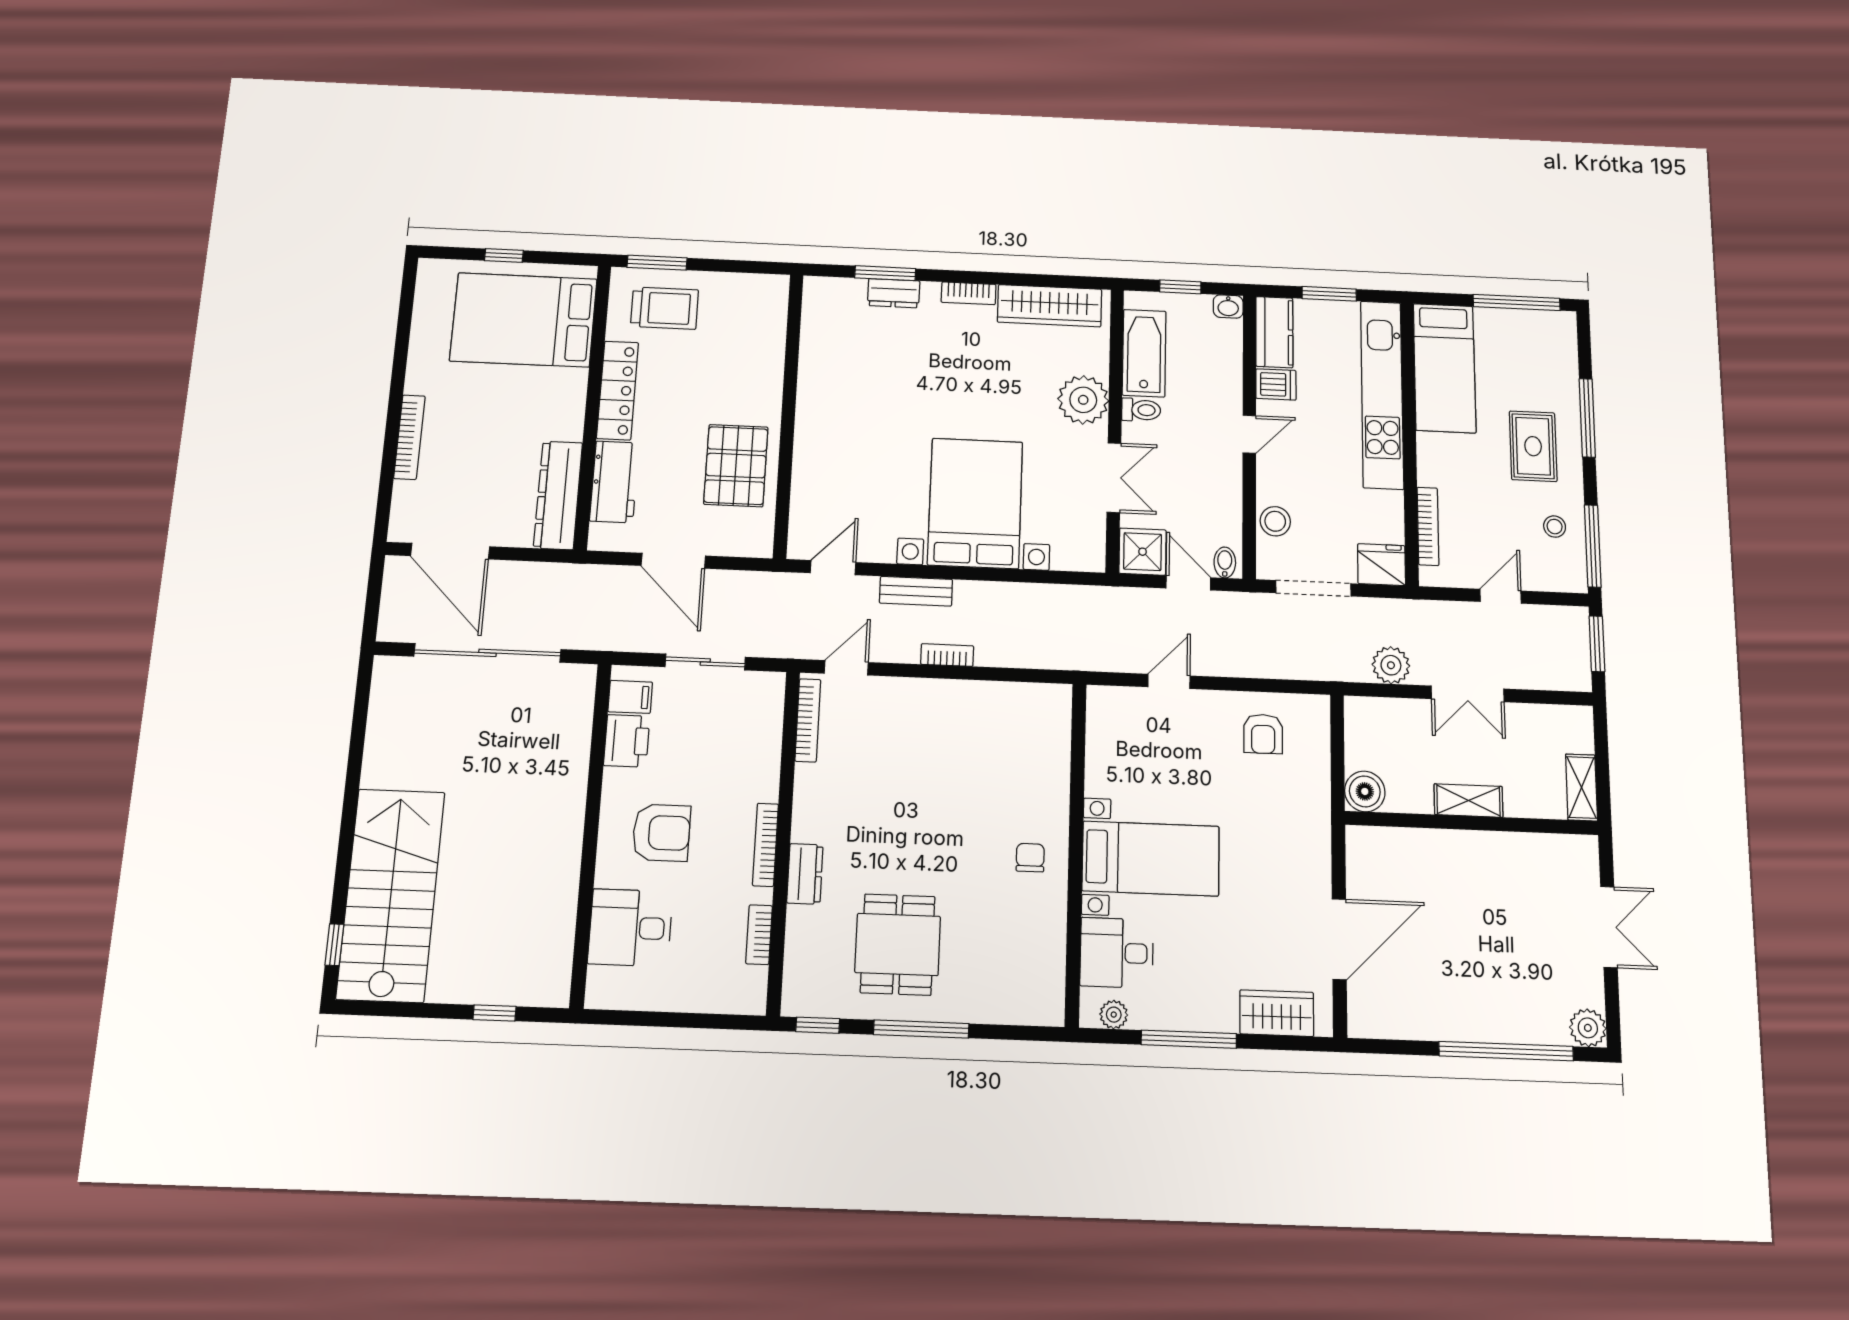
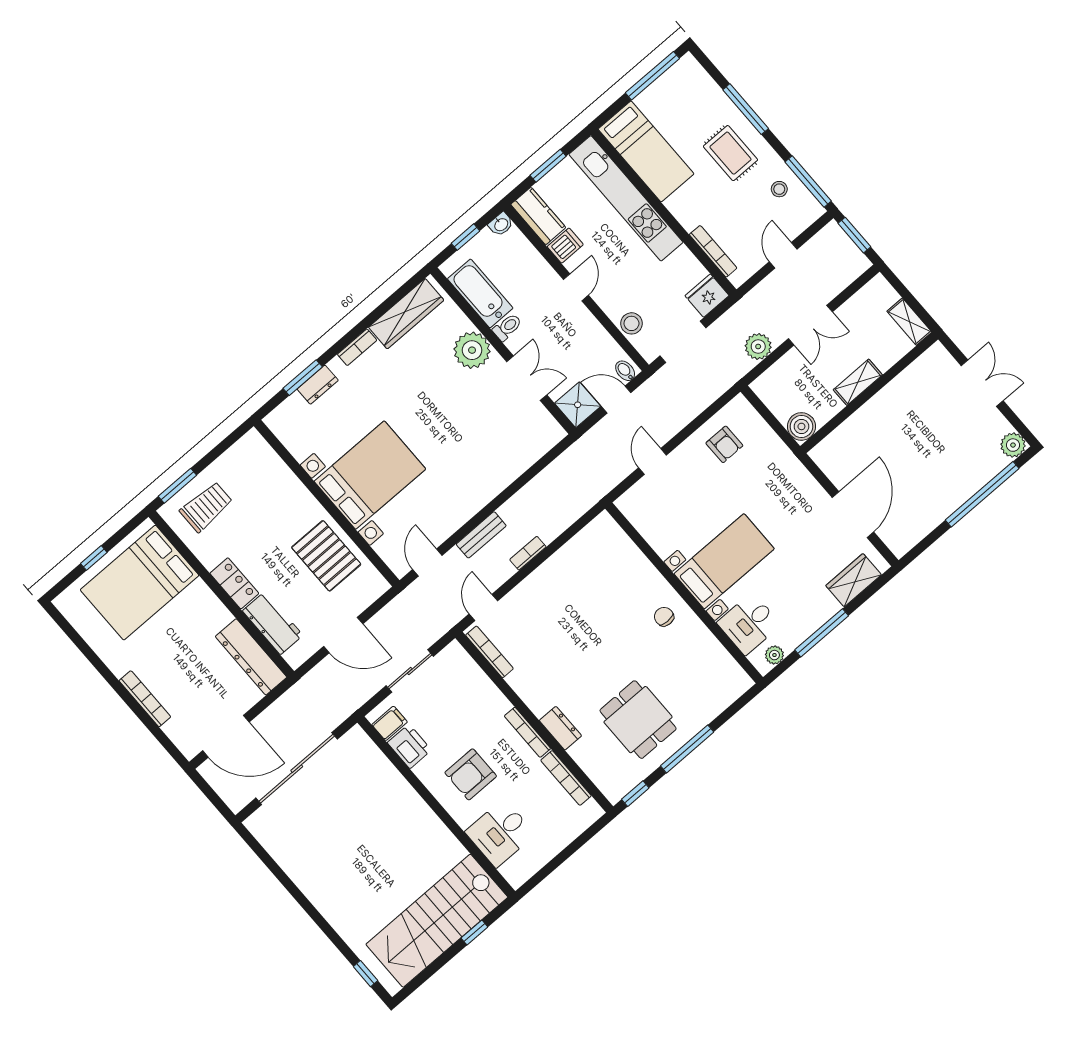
locker: (618, 390) -> (234, 583), width x0.66
bed with nightstands: (975, 503) -> (370, 475), moved, turned 90
armchair: (661, 833) -> (471, 774), turned 180
stairs: (391, 895) -> (437, 921), moved, turned -90
bookcase: (759, 935) -> (566, 778), width x1.56

